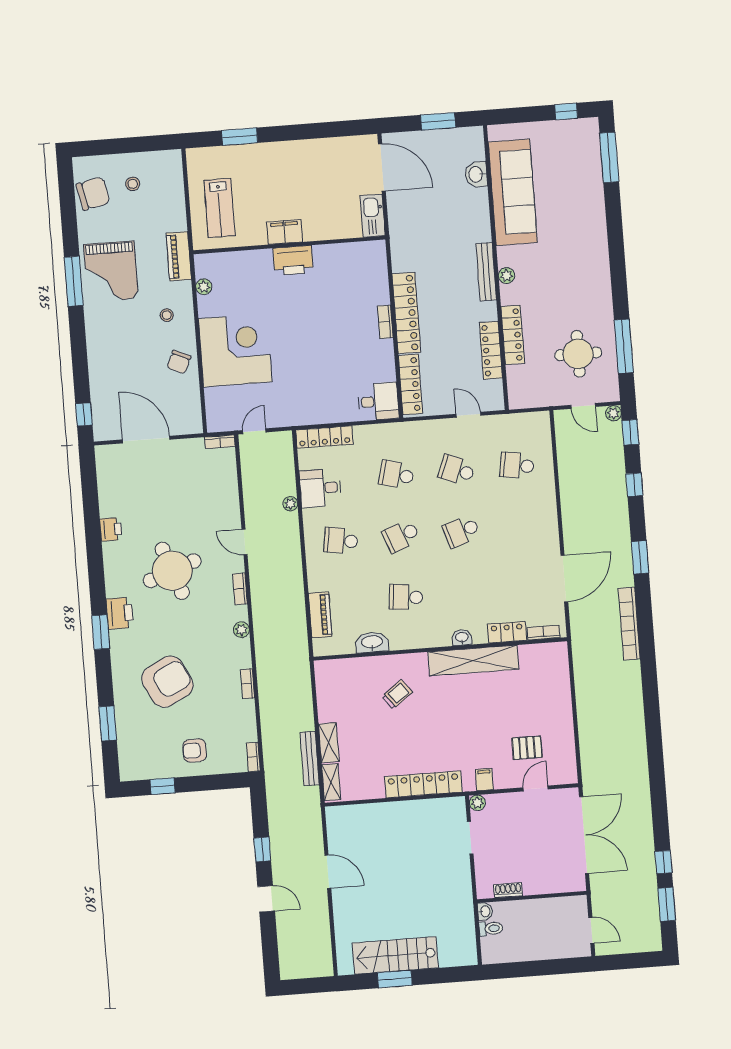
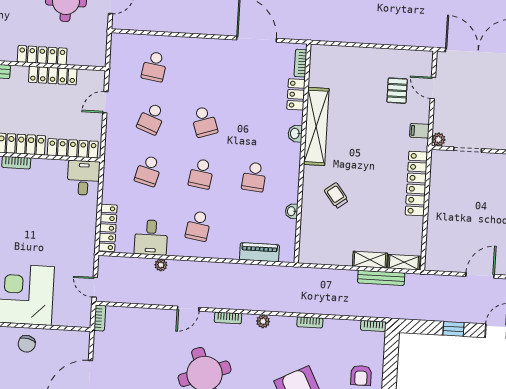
chair: (179, 362) -> (27, 344), turned 78
school desk: (401, 536) -> (201, 174), turned 30
washbasin: (372, 642) -> (292, 211), width x0.52, depth x0.69

